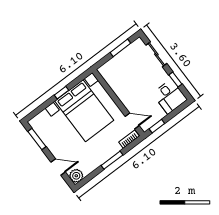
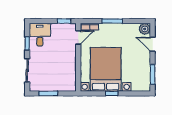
door: (132, 121) -> (78, 37), swing flipped

